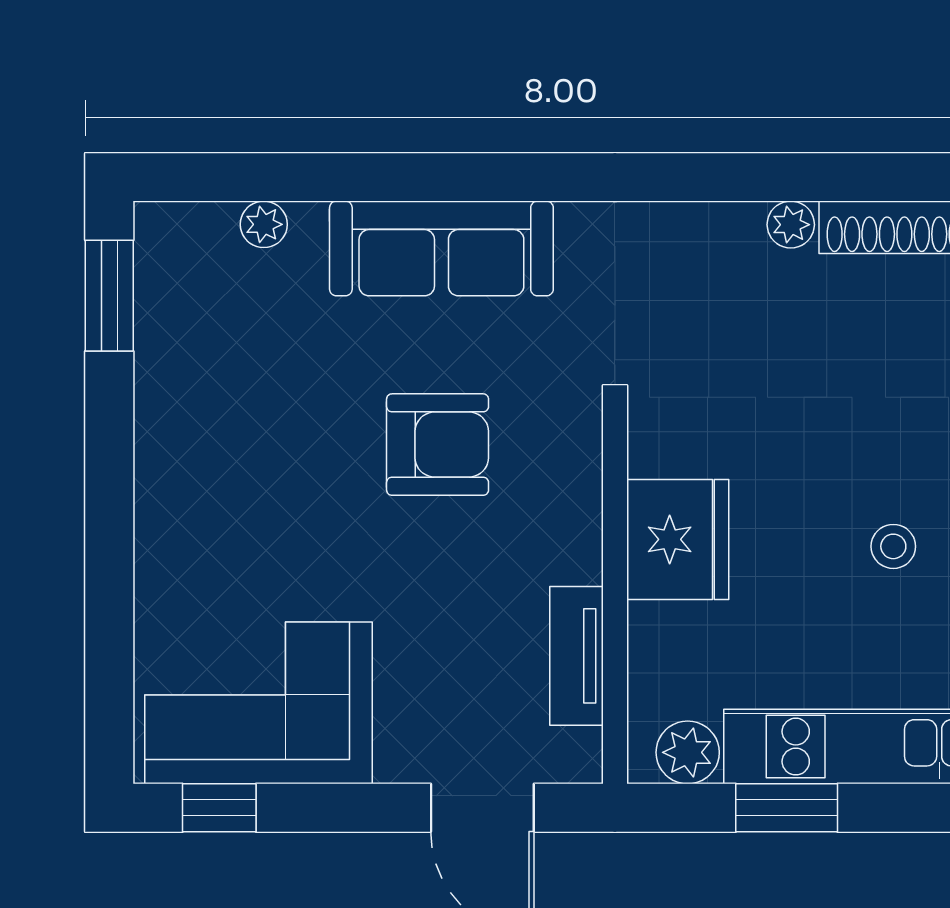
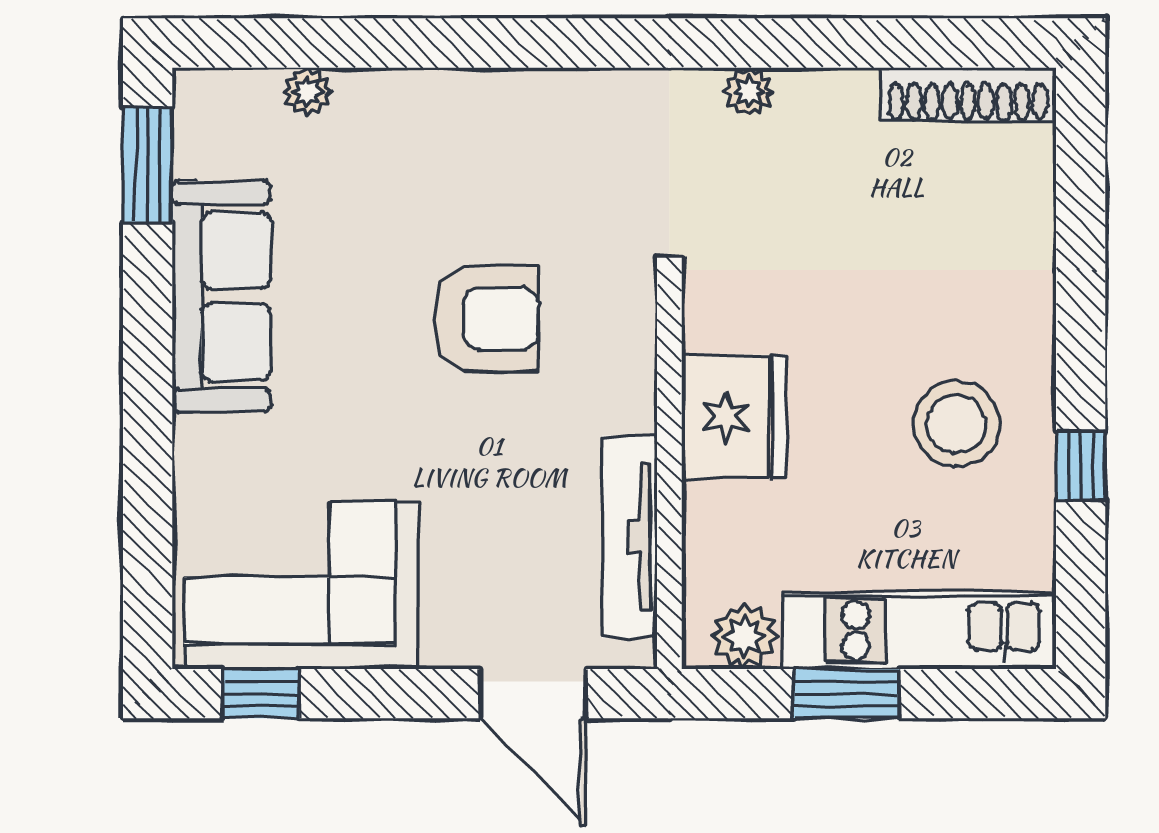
plant: (791, 225) -> (749, 92), moved
sofa: (441, 248) -> (221, 296), moved, turned -90
stool: (893, 546) -> (957, 424), width x1.89, depth x1.89
tv unit: (576, 656) -> (630, 537), width x1.41

